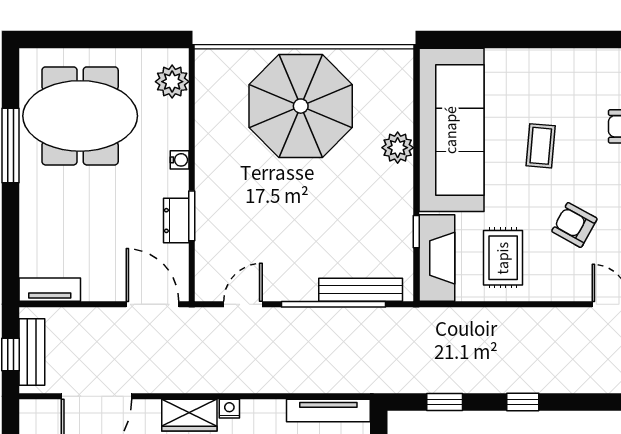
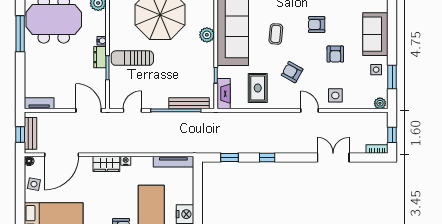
sun lounger: (243, 196) -> (132, 58), added
dresser: (176, 221) -> (100, 57), moved
fireplace: (437, 258) -> (224, 94), width x0.73, depth x0.76
floor lamp: (29, 409) -> (29, 161), added

